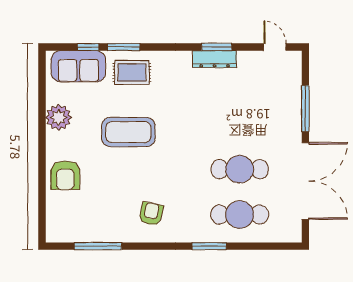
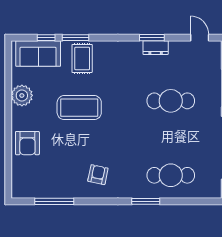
dresser: (215, 59) -> (156, 48), width x0.70
rug: (132, 72) -> (82, 58), turned 90
cafe table: (240, 169) -> (171, 101), moved

